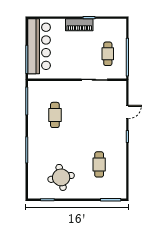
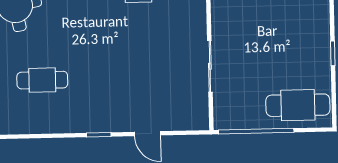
piano: (79, 25) -> (318, 34), removed
cafe table: (108, 54) -> (298, 105), moved, width x1.37, depth x1.35

